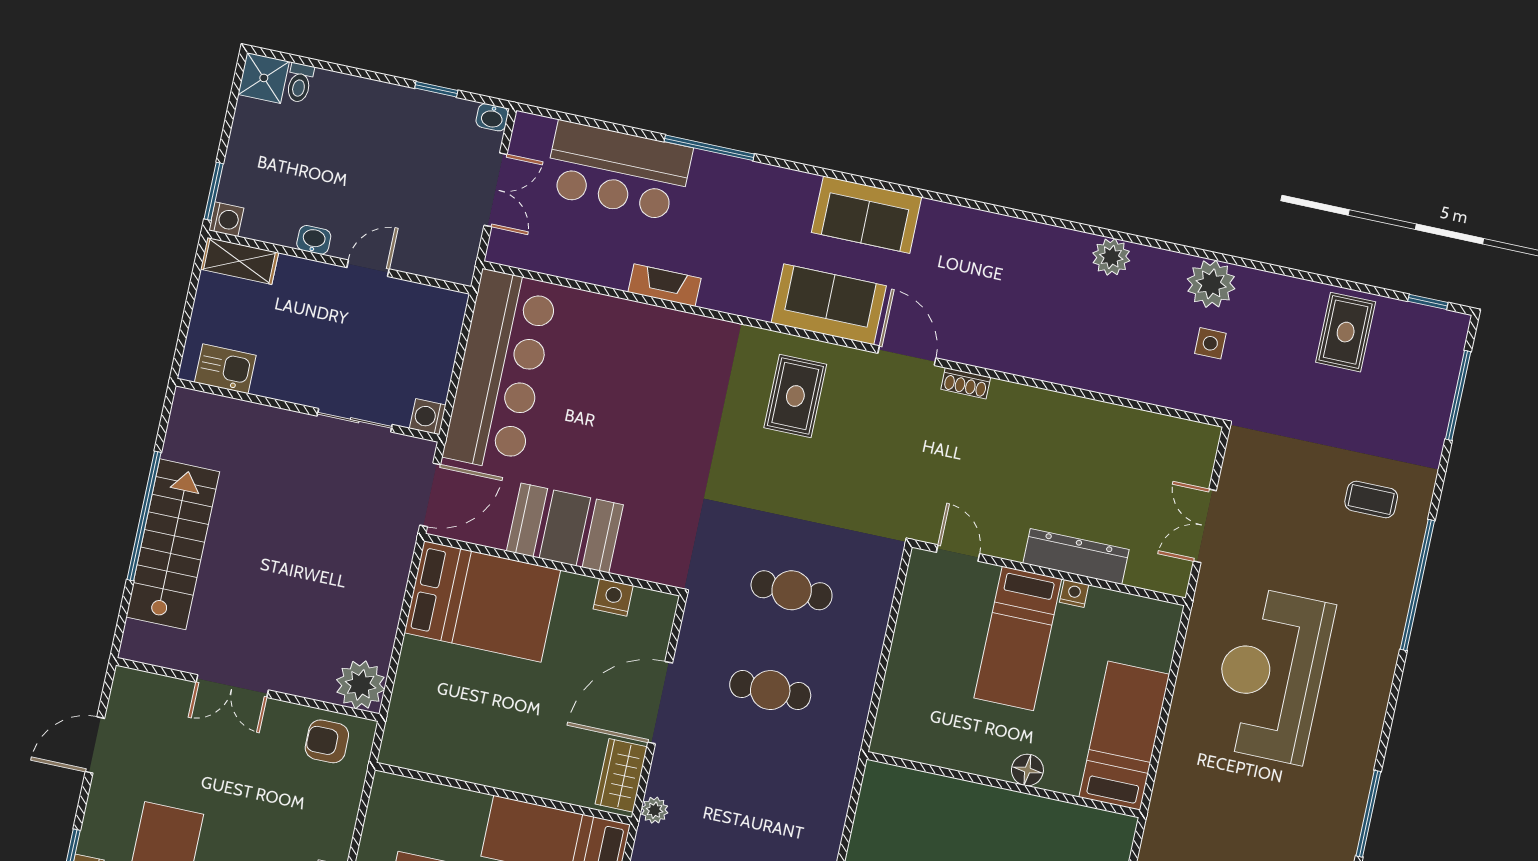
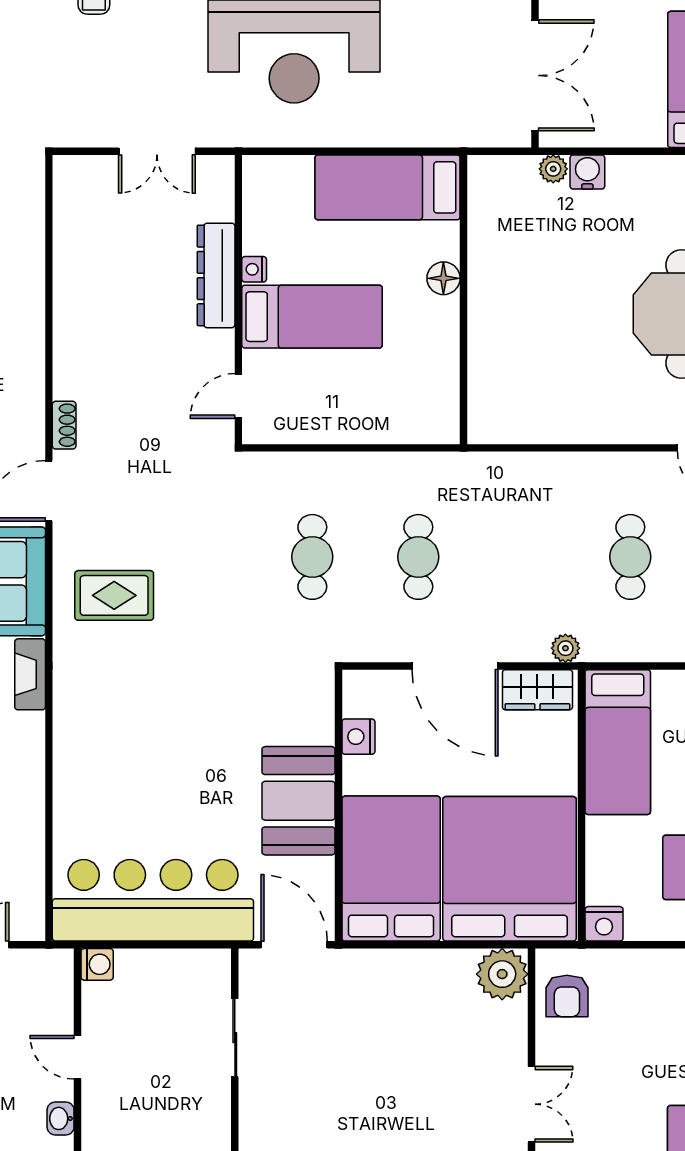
fireplace: (665, 285) -> (30, 674), moved
washing machine: (428, 417) -> (97, 964), moved, turned -90
bed: (458, 713) -> (510, 869), added
nightstand: (387, 791) -> (604, 924), added

